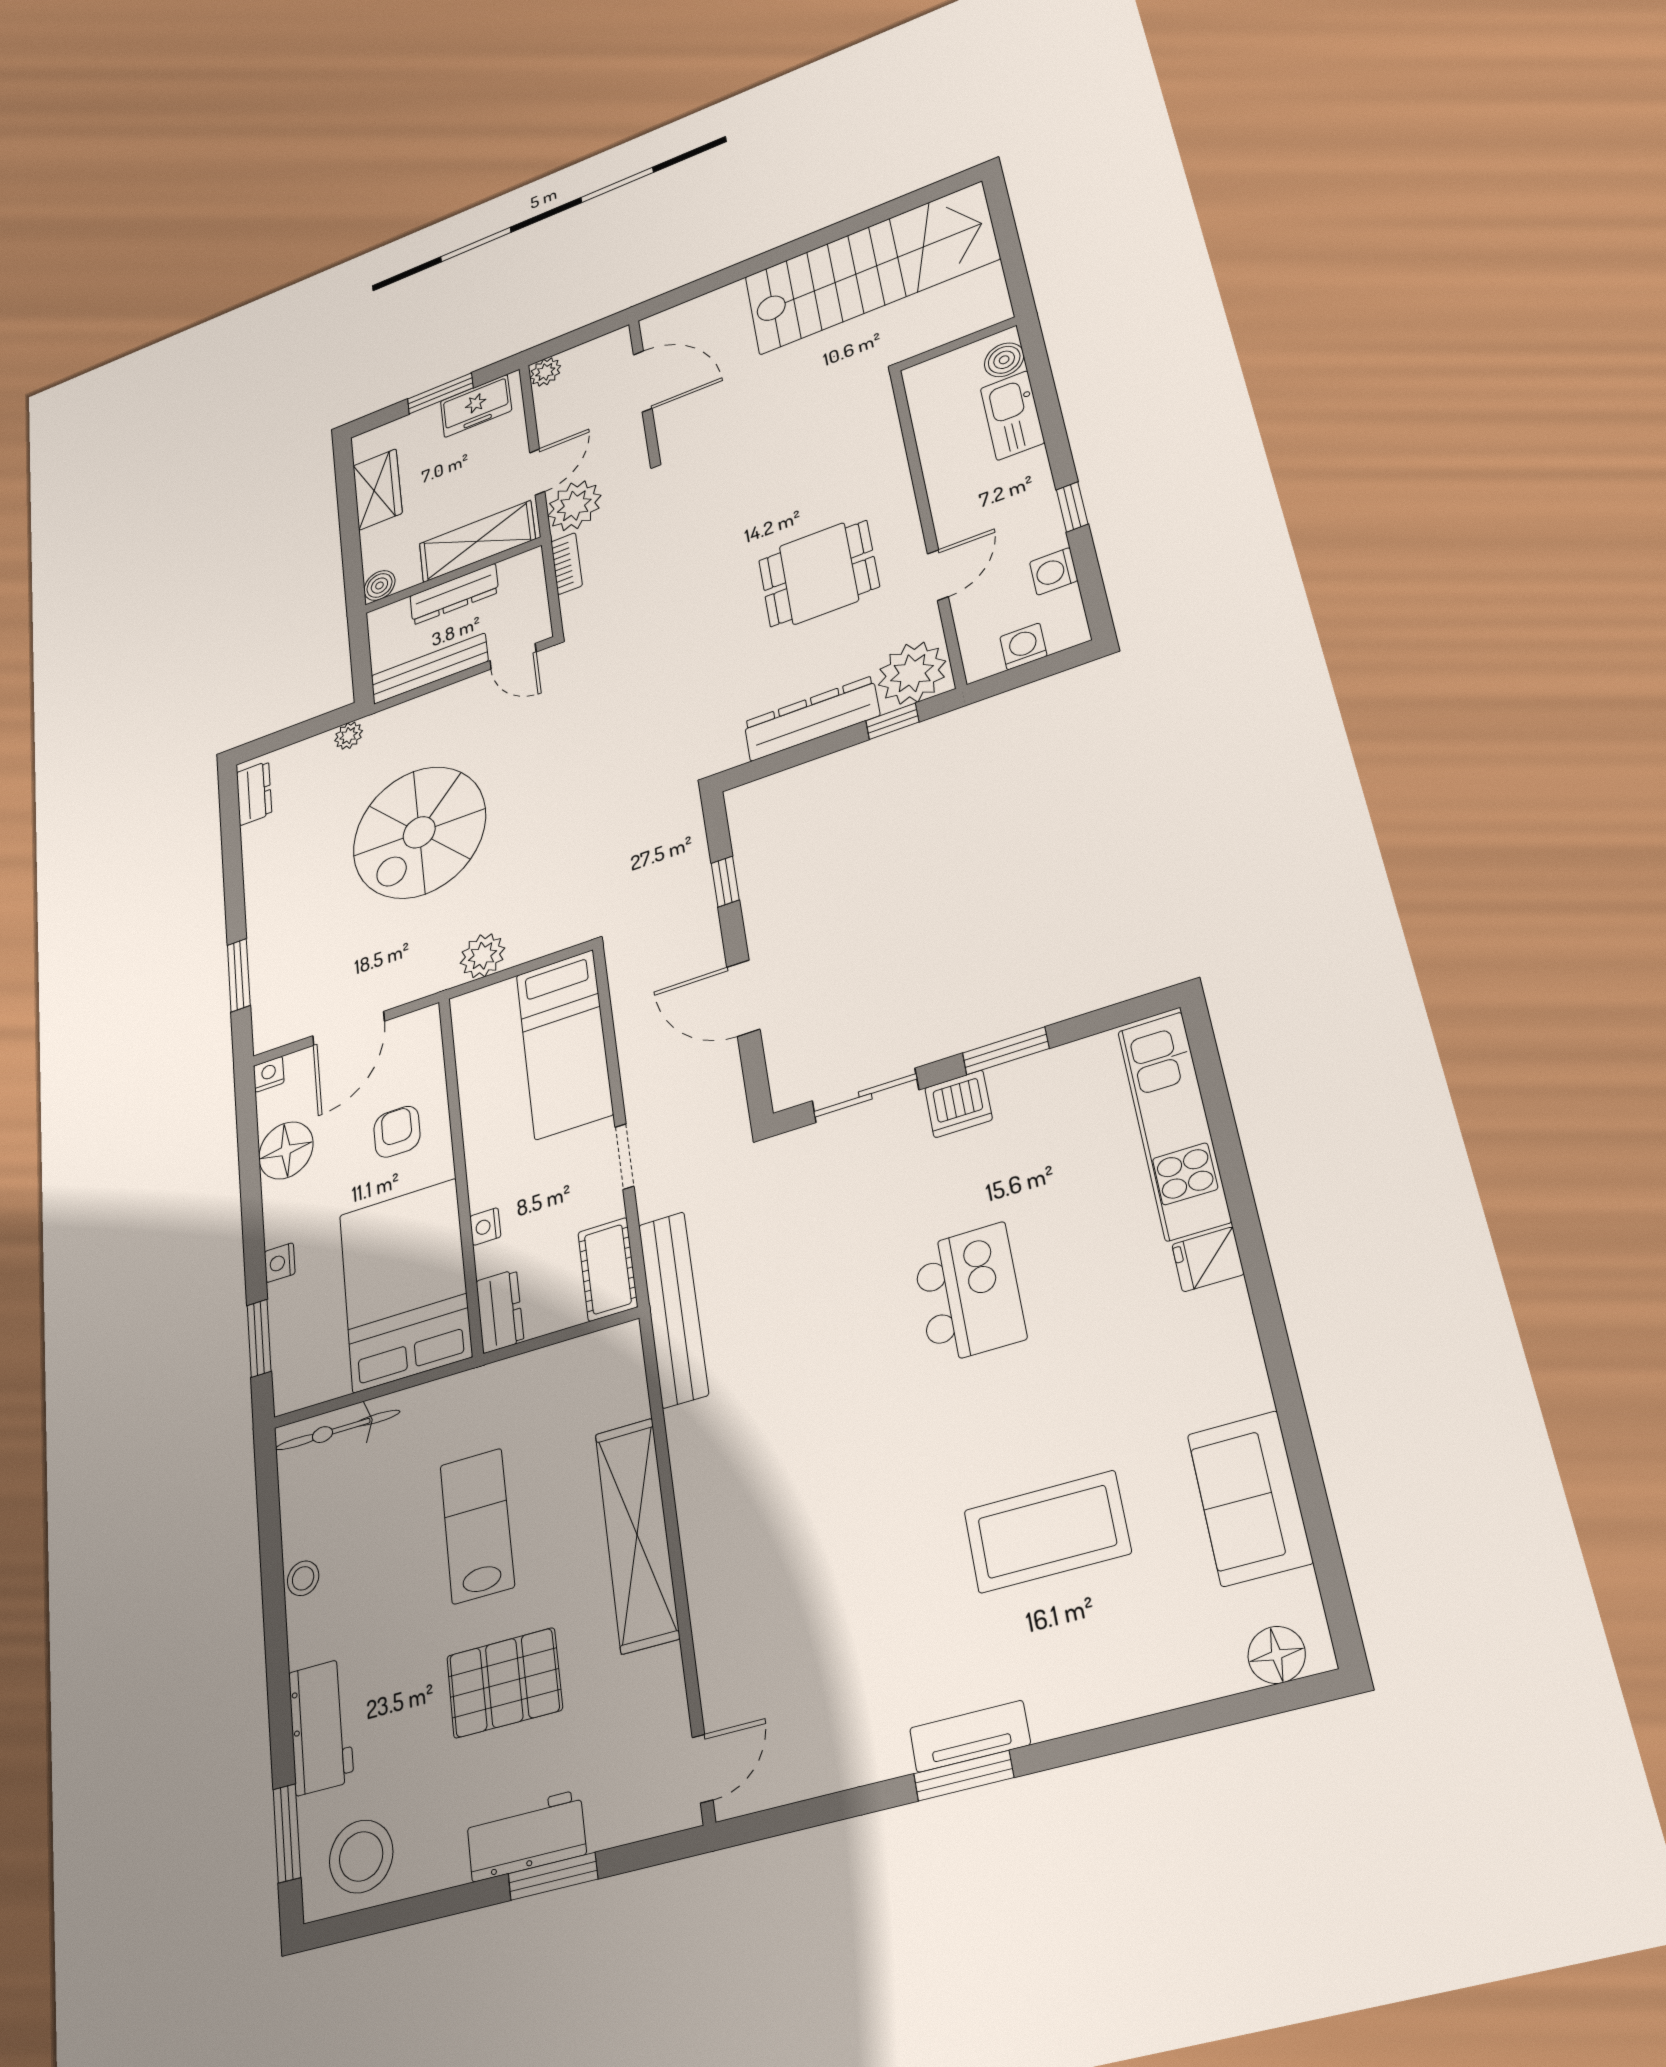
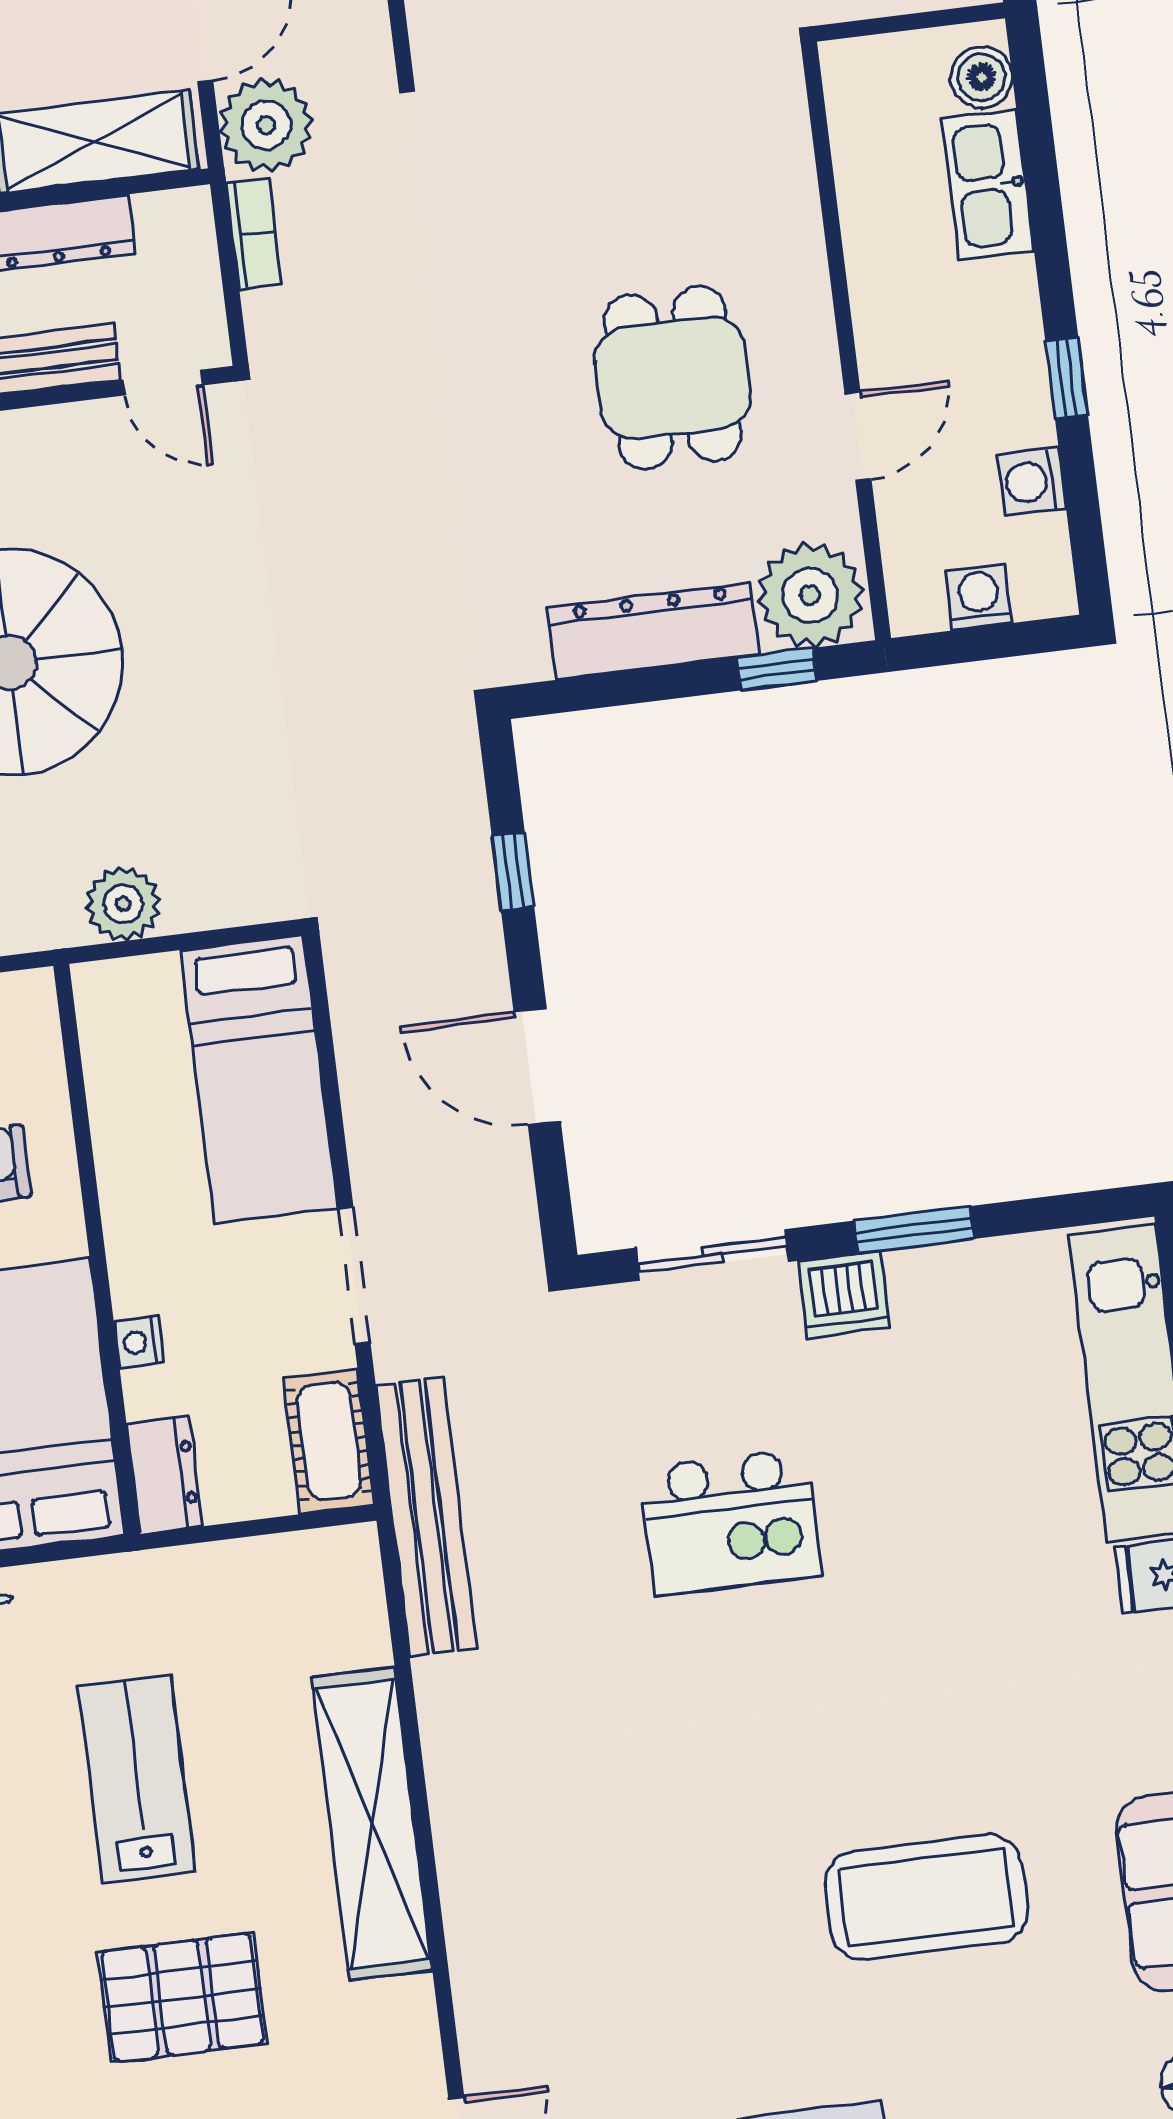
dining table: (819, 574) -> (673, 378), turned 90
doorway: (624, 1157) -> (354, 1276), width x1.38
kitchen island: (969, 1293) -> (731, 1522), moved, turned 90

